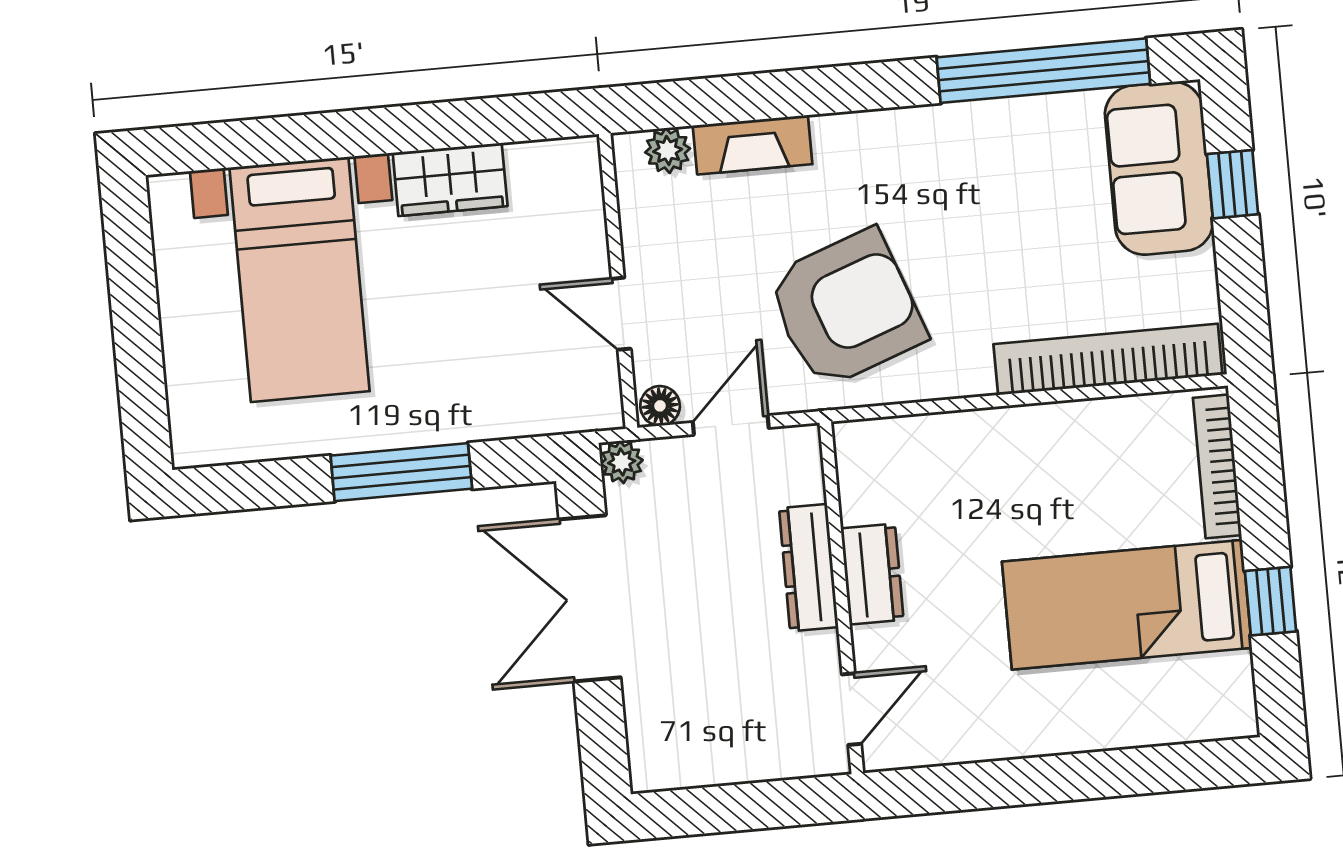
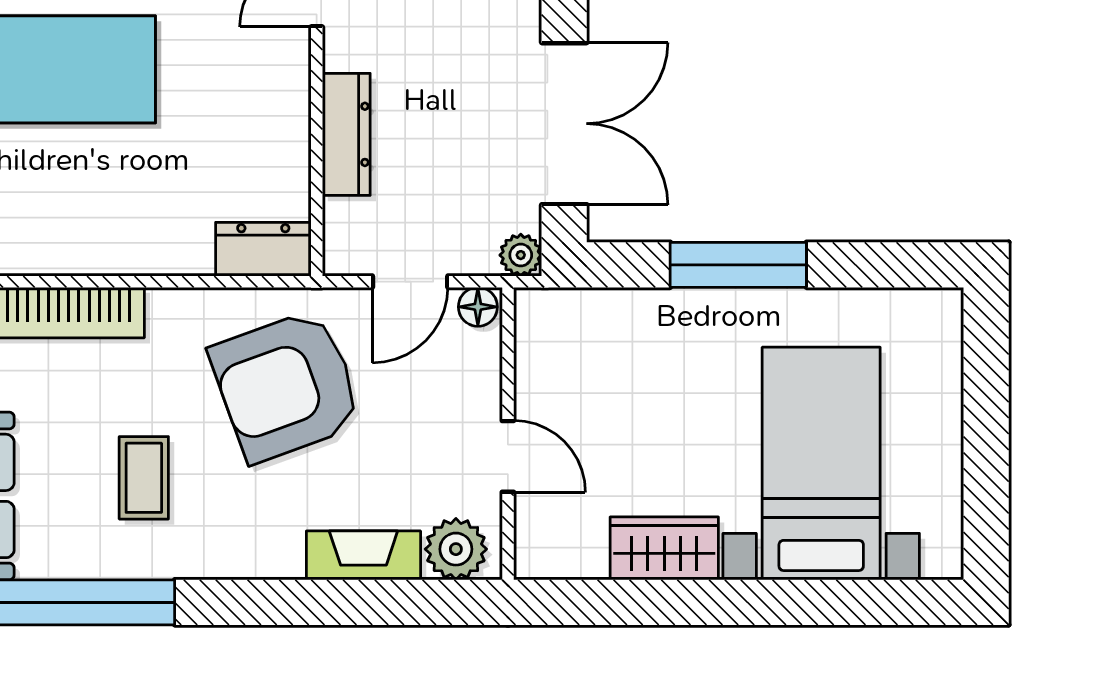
plant: (668, 150) -> (456, 549), width x1.38, depth x1.38
coffee table: (981, 203) -> (144, 478), added
door: (621, 314) -> (508, 456), moved
dresser: (872, 574) -> (263, 249), moved, turned 90

